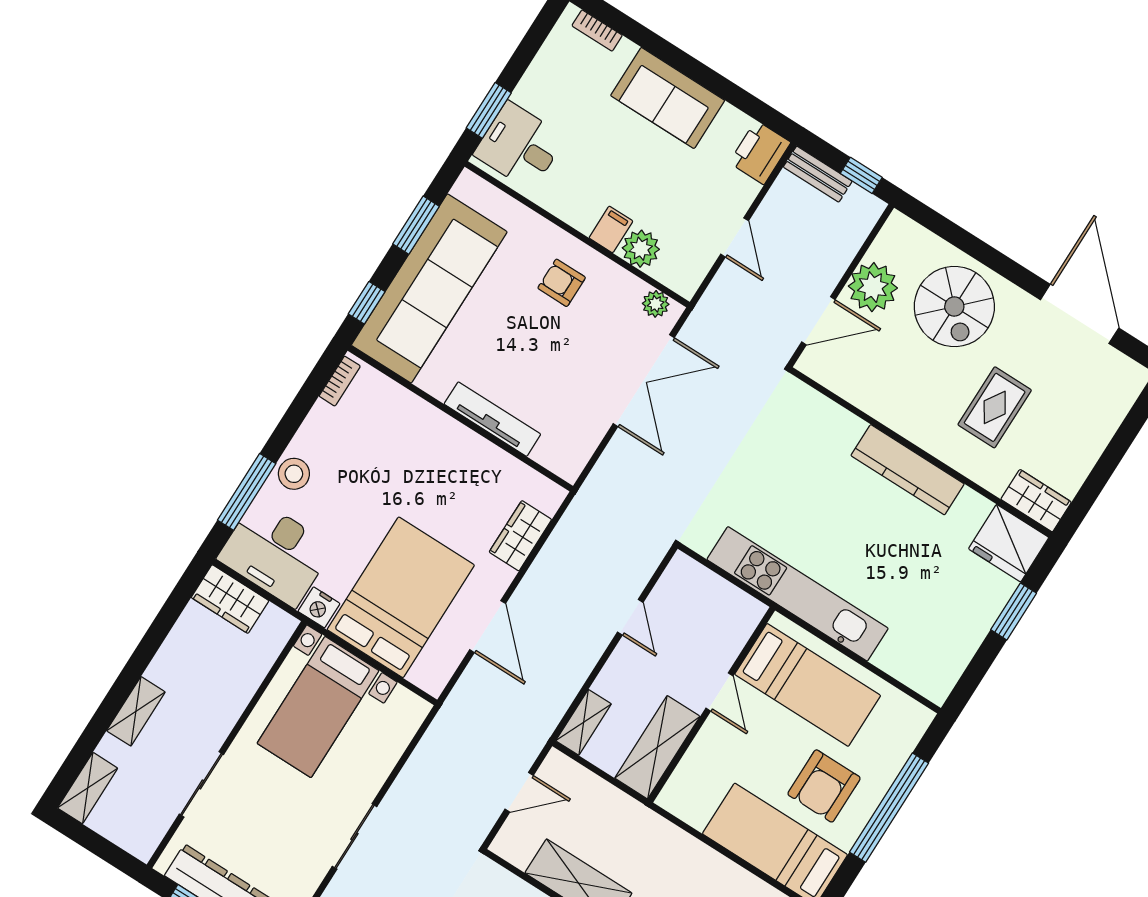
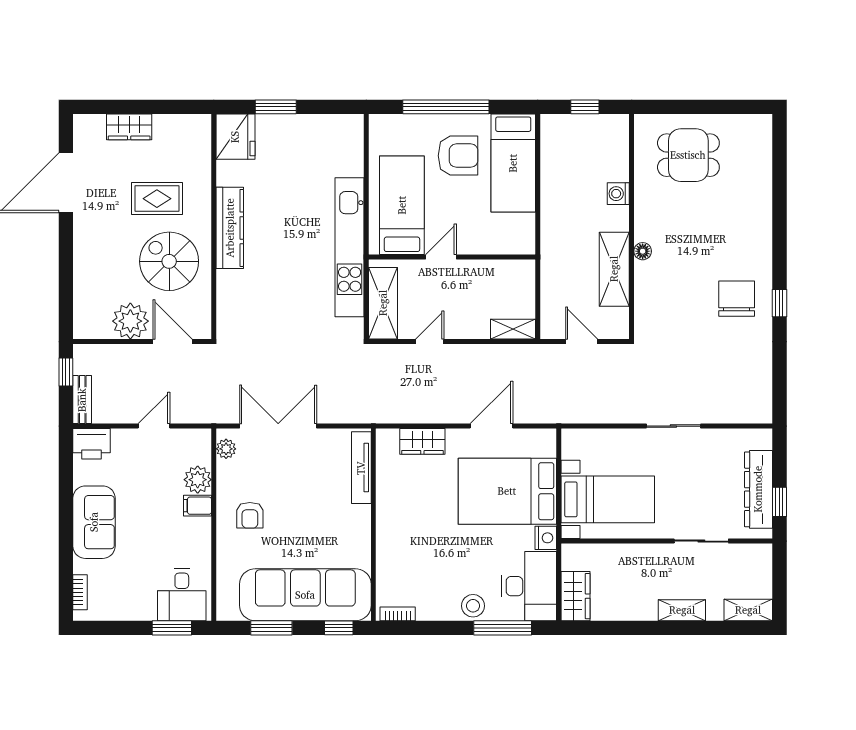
spiral stairs: (954, 307) -> (169, 261), moved, turned -90
tv unit: (492, 419) -> (361, 468), moved
wardrobe: (1036, 501) -> (129, 127), moved, turned -90
shelving: (657, 747) -> (383, 303), moved, turned 90

